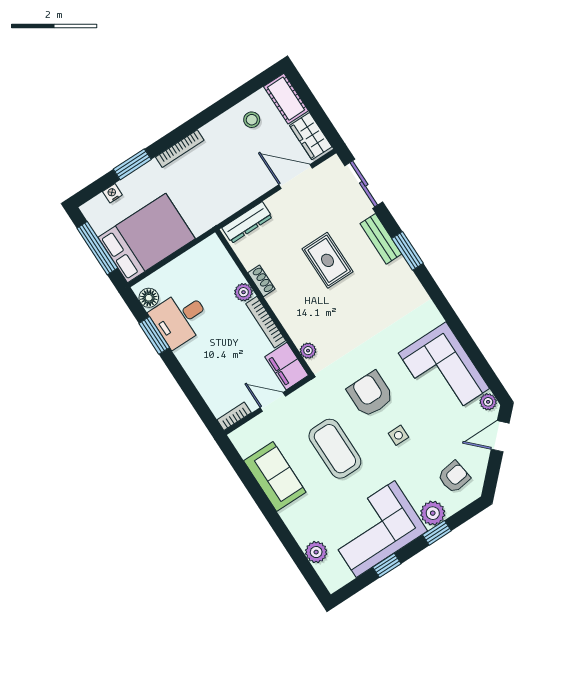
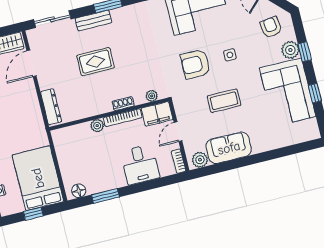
window: (97, 248) -> (33, 214), width x0.46
shoe rack: (261, 281) -> (123, 104), moved
desk: (180, 318) -> (140, 164), moved
coffee table: (335, 449) -> (224, 101), width x0.73, depth x0.76
plant: (316, 552) -> (200, 160), moved

